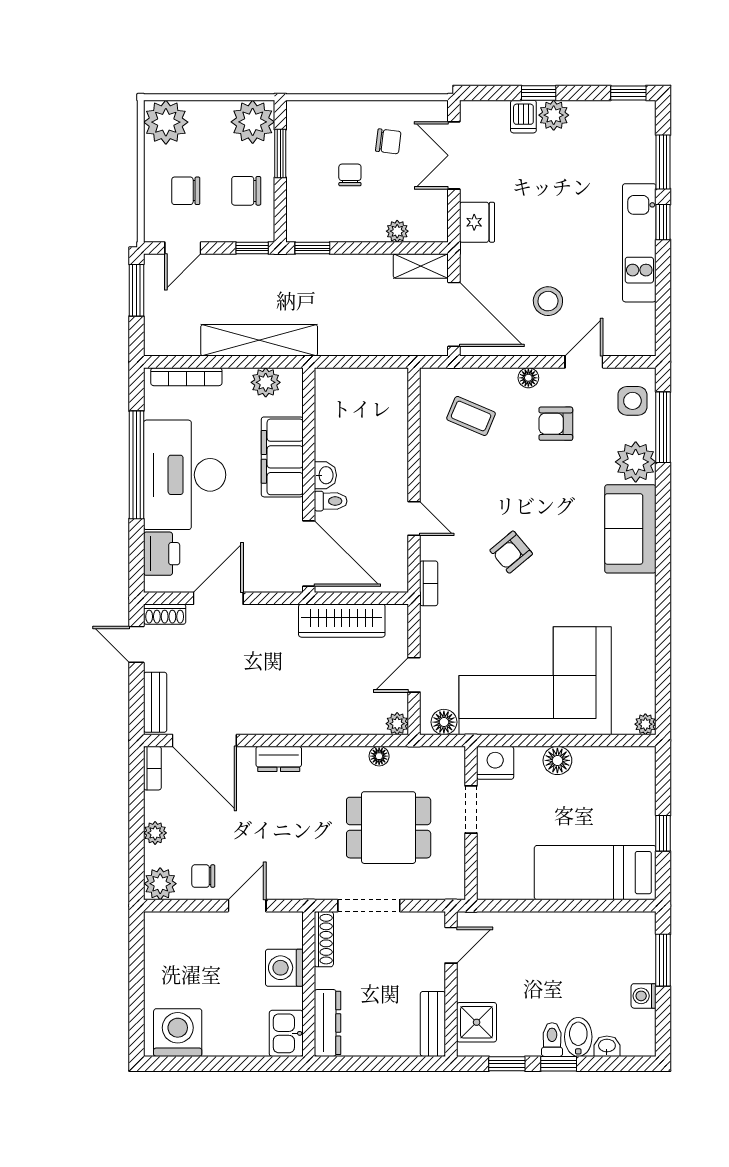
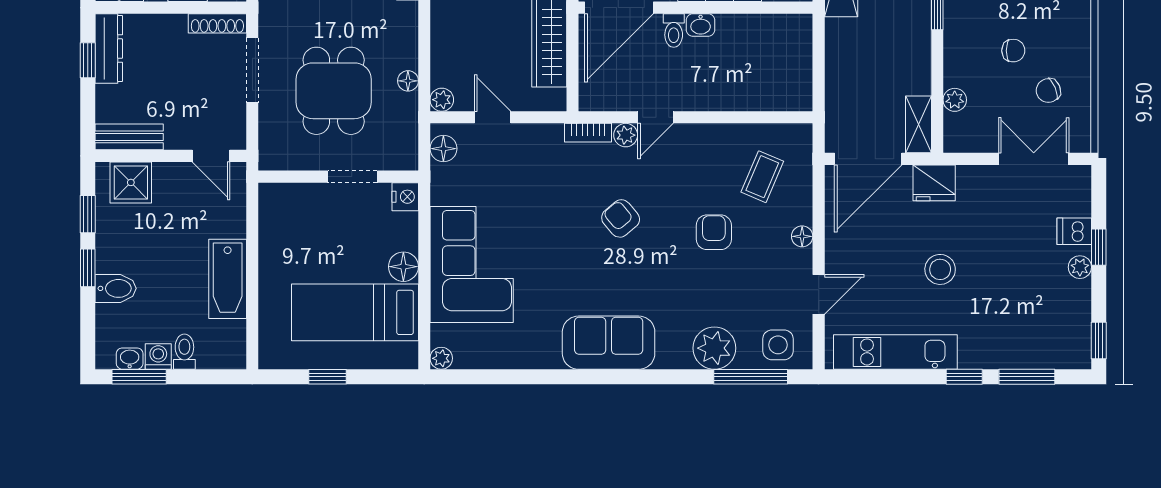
plant: (554, 115) -> (1080, 267), width x0.73, depth x0.73
chair: (388, 141) -> (1048, 91), turned 60
fridge: (477, 222) -> (934, 183), moved
kitchen unit: (639, 243) -> (895, 352), moved
stool: (548, 301) -> (940, 269), moved
door: (584, 362) -> (819, 294), hinge flipped
armchair: (556, 424) -> (714, 232), moved
sofa: (630, 529) -> (609, 343), moved
plant: (431, 547) -> (626, 135), added
corner sofa: (535, 681) -> (472, 264), width x0.73, depth x0.74
nightstand: (495, 763) -> (405, 197), width x0.74, depth x0.75
bed: (595, 873) -> (355, 312), moved, turned -90
bathtub: (569, 929) -> (228, 279), added
window: (663, 960) -> (139, 377), moved
dresser: (328, 1023) -> (109, 49), moved, turned -90
toilet: (552, 1040) -> (184, 352), moved, turned -90
washbasin: (607, 1046) -> (130, 359), moved, turned -90
window: (359, 1064) -> (88, 60), added

